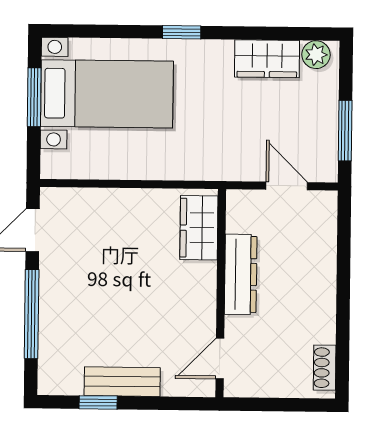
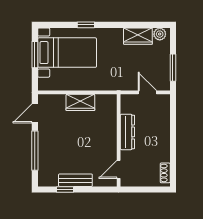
window: (182, 32) -> (86, 25), moved
wardrobe: (199, 228) -> (80, 102), moved, turned -90

